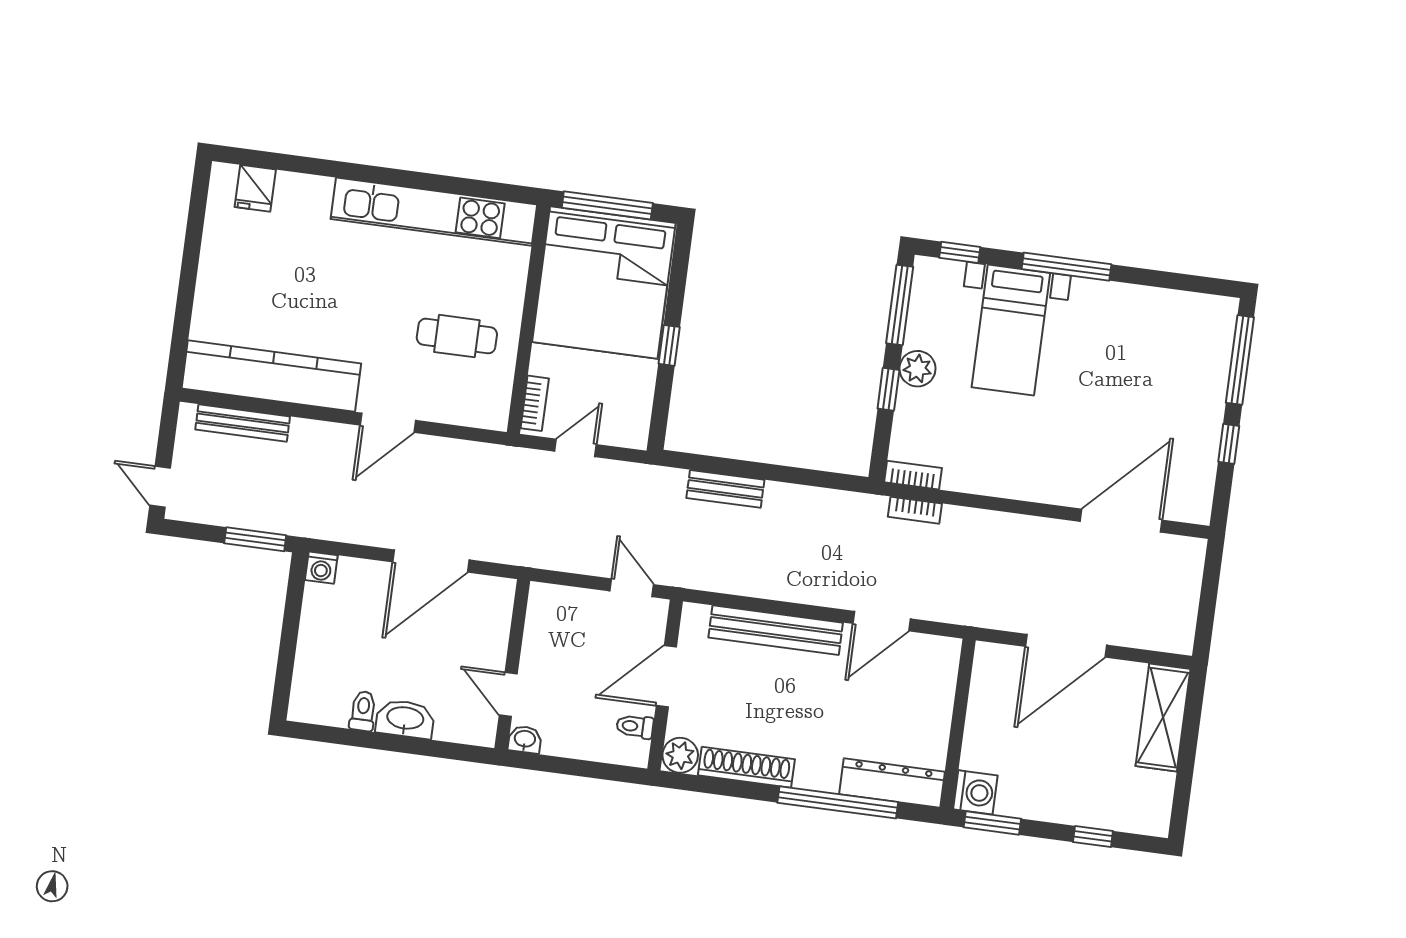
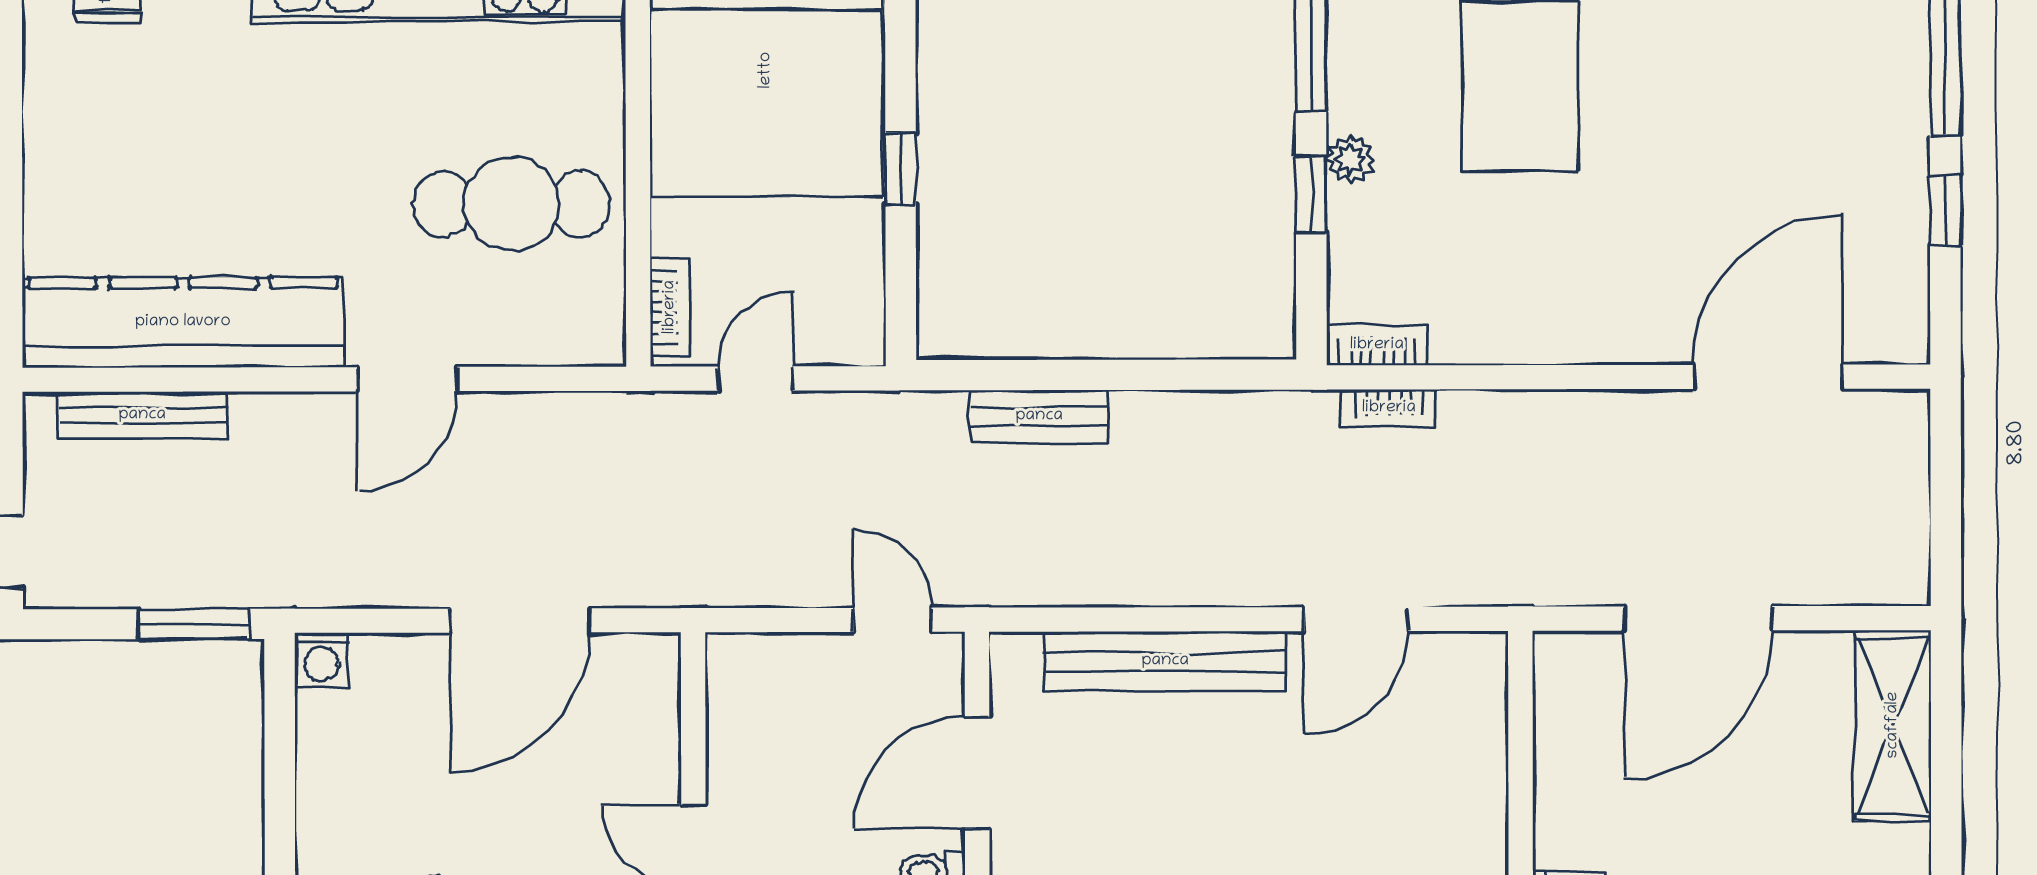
cafe table: (457, 336) -> (511, 204), width x1.37, depth x1.35
plant: (917, 369) -> (1350, 159), width x0.73, depth x0.73

